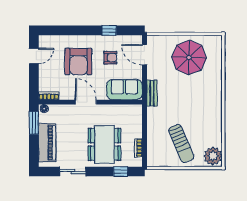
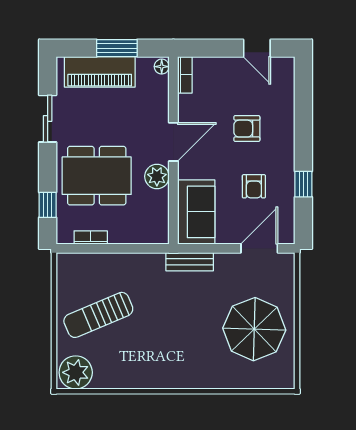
armchair: (78, 62) -> (247, 129), width x0.53, depth x0.53
plant: (105, 111) -> (157, 176), added
window: (34, 123) -> (117, 48), moved

